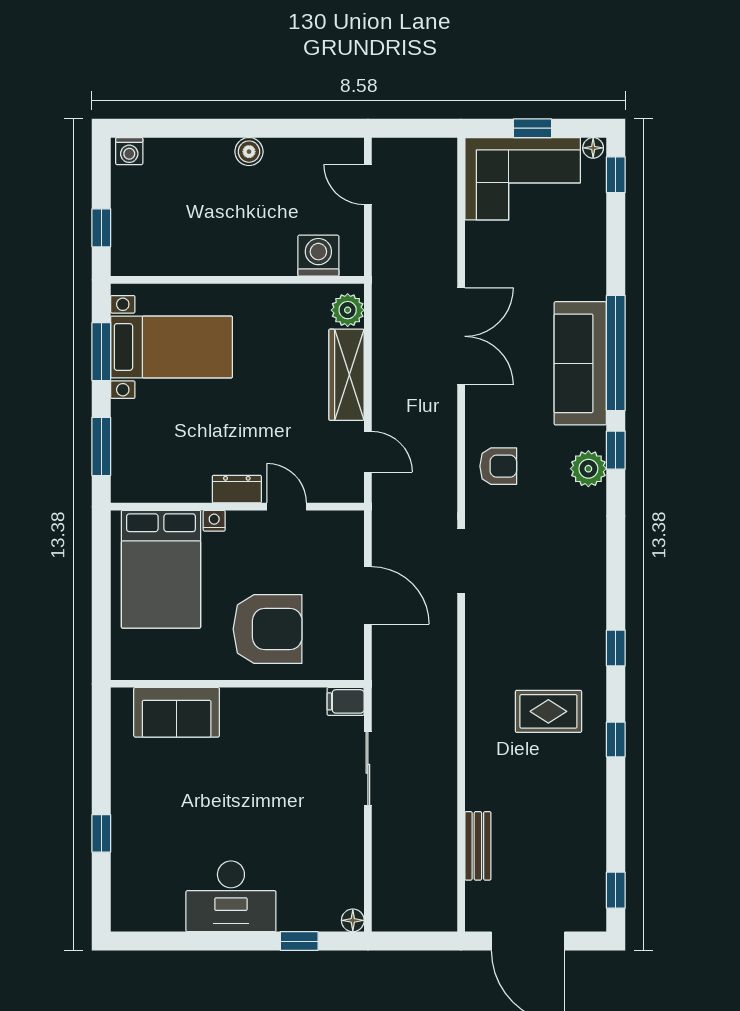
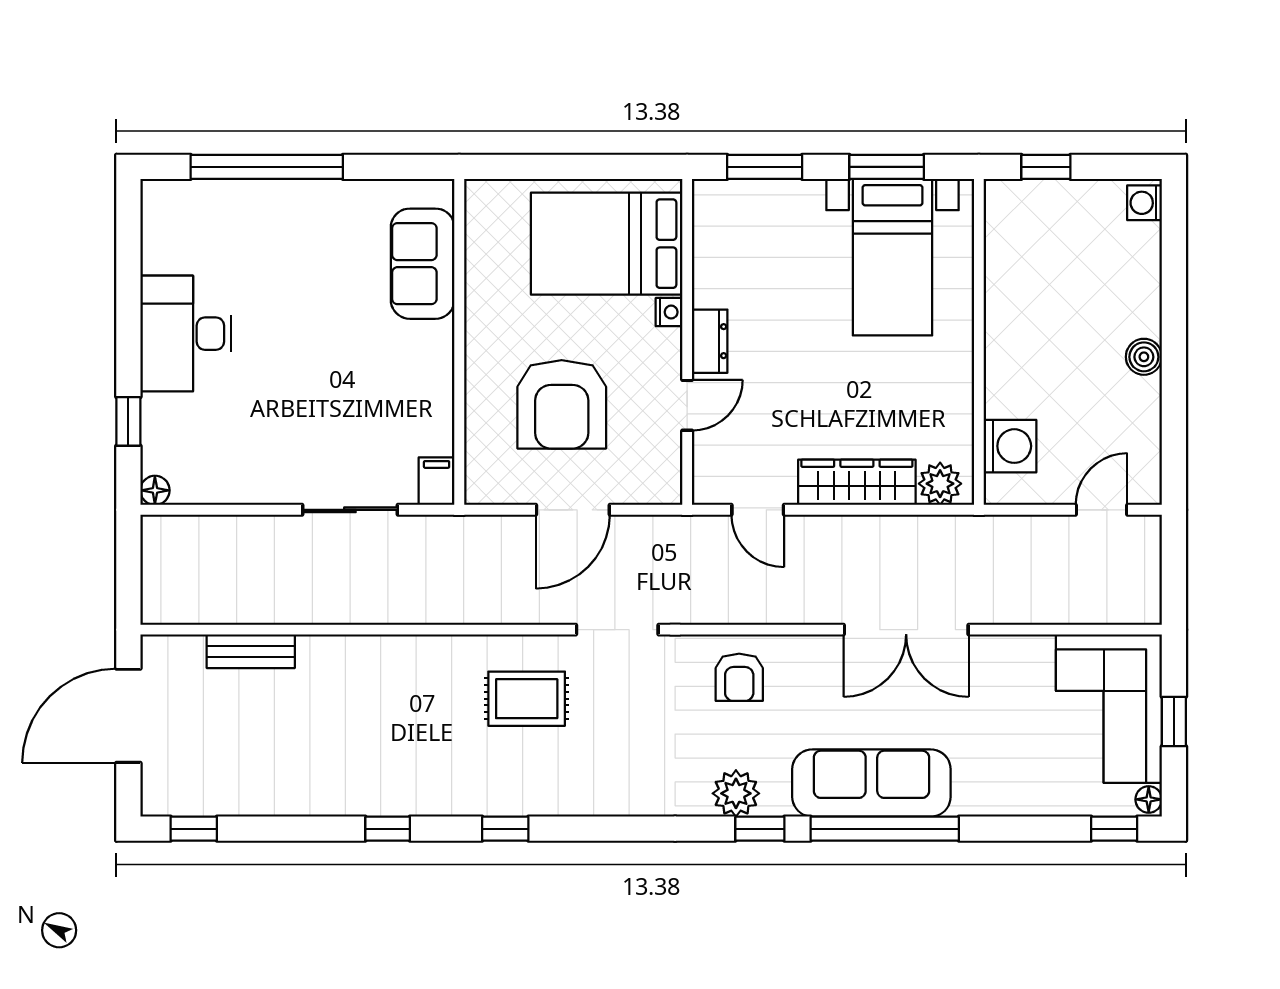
door: (368, 452) -> (758, 510), hinge flipped
armchair: (268, 629) -> (562, 404), moved
rug: (548, 711) -> (527, 699), moved, turned 90
window: (101, 833) -> (267, 167), width x3.17

